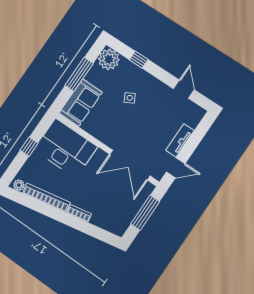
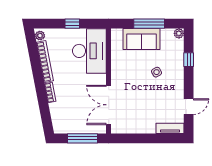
plant: (109, 59) -> (179, 33), width x0.53, depth x0.53
sofa: (81, 103) -> (142, 39), moved
tv unit: (180, 140) -> (170, 128), moved
door: (176, 168) -> (129, 138), removed

